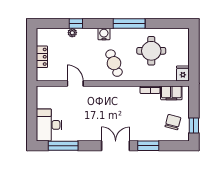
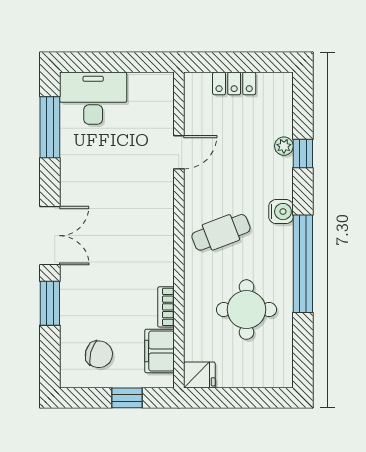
window: (129, 24) -> (303, 264), width x1.46
window: (194, 126) -> (127, 398), moved

